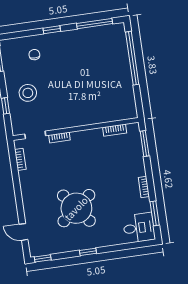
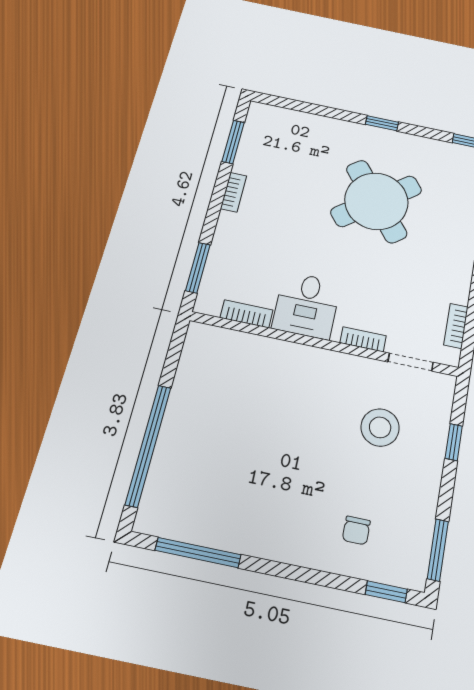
window: (52, 30) -> (386, 592), moved
stool: (28, 93) -> (380, 427), moved
desk: (139, 228) -> (307, 305), moved, turned -90

